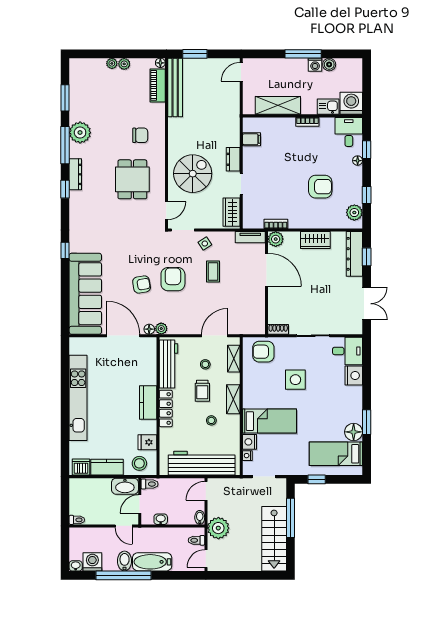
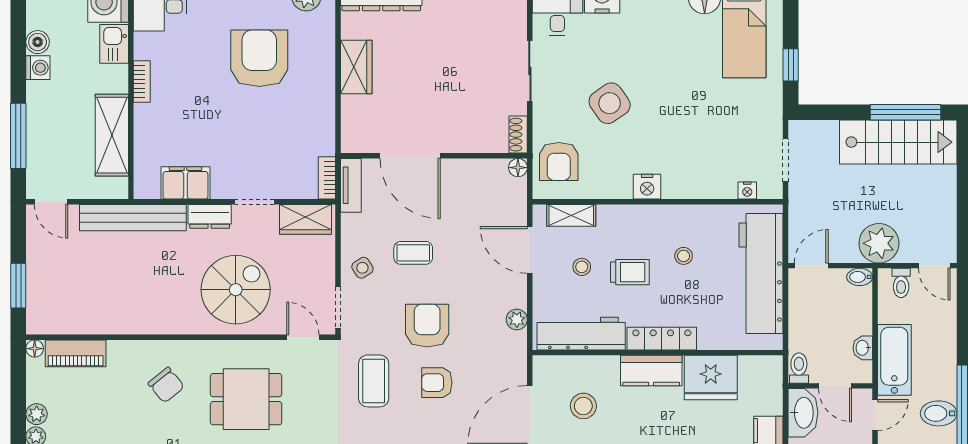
window: (303, 54) -> (18, 136), moved
bench: (175, 87) -> (133, 218), moved
chair: (140, 135) -> (166, 385), turned 141
filing cabinet: (252, 139) -> (185, 183), width x2.00
spiral stairs: (193, 174) -> (236, 290), turned 90
armchair: (320, 187) -> (259, 58), width x1.36, depth x1.36
bookcase: (276, 224) -> (327, 178), moved
plant: (276, 239) -> (355, 139), removed
coffee table: (142, 250) -> (374, 381), added
door: (267, 270) -> (410, 156), swing flipped
armchair: (173, 279) -> (427, 326), turned 90
armchair: (142, 284) -> (437, 383), turned -80
floor lamp: (149, 329) -> (518, 168), moved
plant: (161, 329) -> (517, 319), moved
side table: (295, 380) -> (610, 103), turned -35
shelving: (233, 399) -> (645, 216), removed
bed: (269, 421) -> (685, 150), removed
fridge: (147, 442) -> (711, 378), width x1.88, depth x1.34
nightstand: (250, 442) -> (647, 187), moved
stool: (139, 463) -> (583, 406), moved
door: (206, 491) -> (811, 266), swing flipped
window: (290, 518) -> (906, 112), moved
bathtub: (152, 562) -> (894, 360), moved, turned 180

